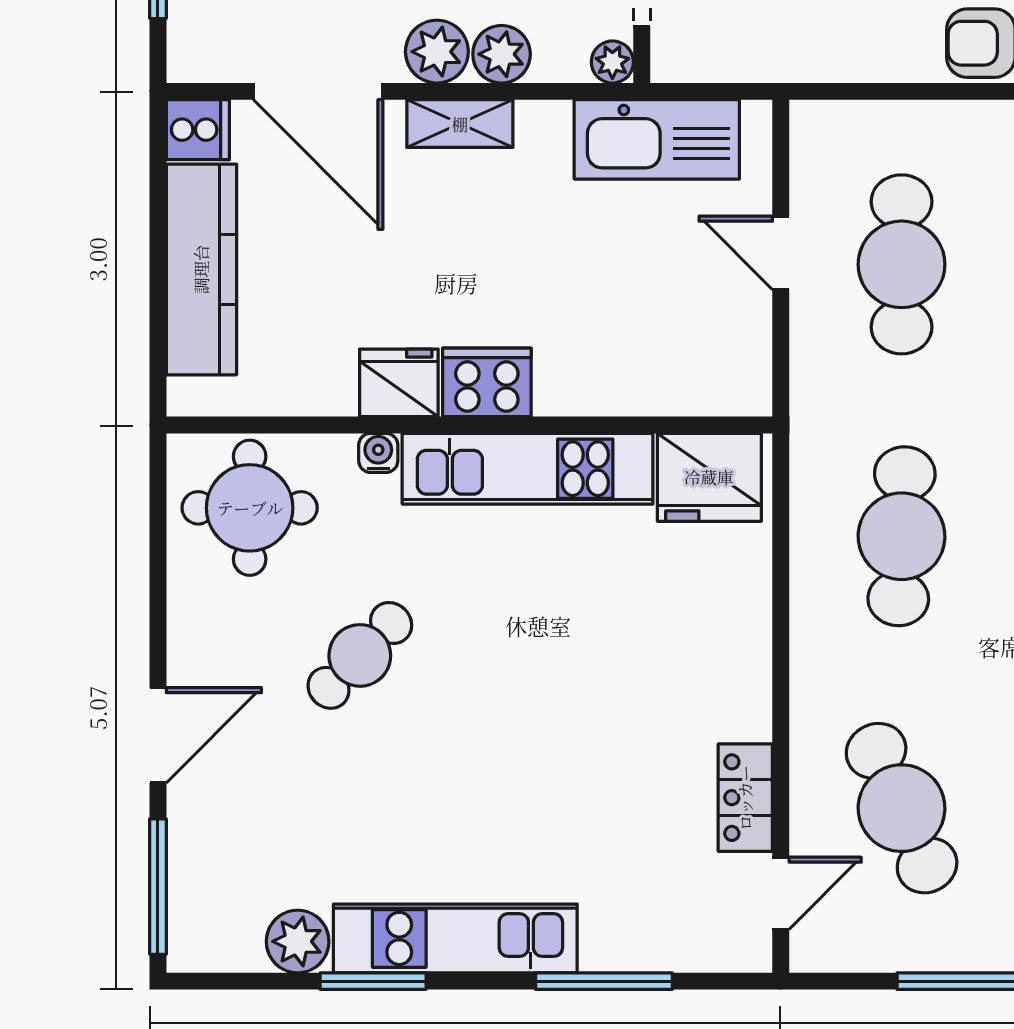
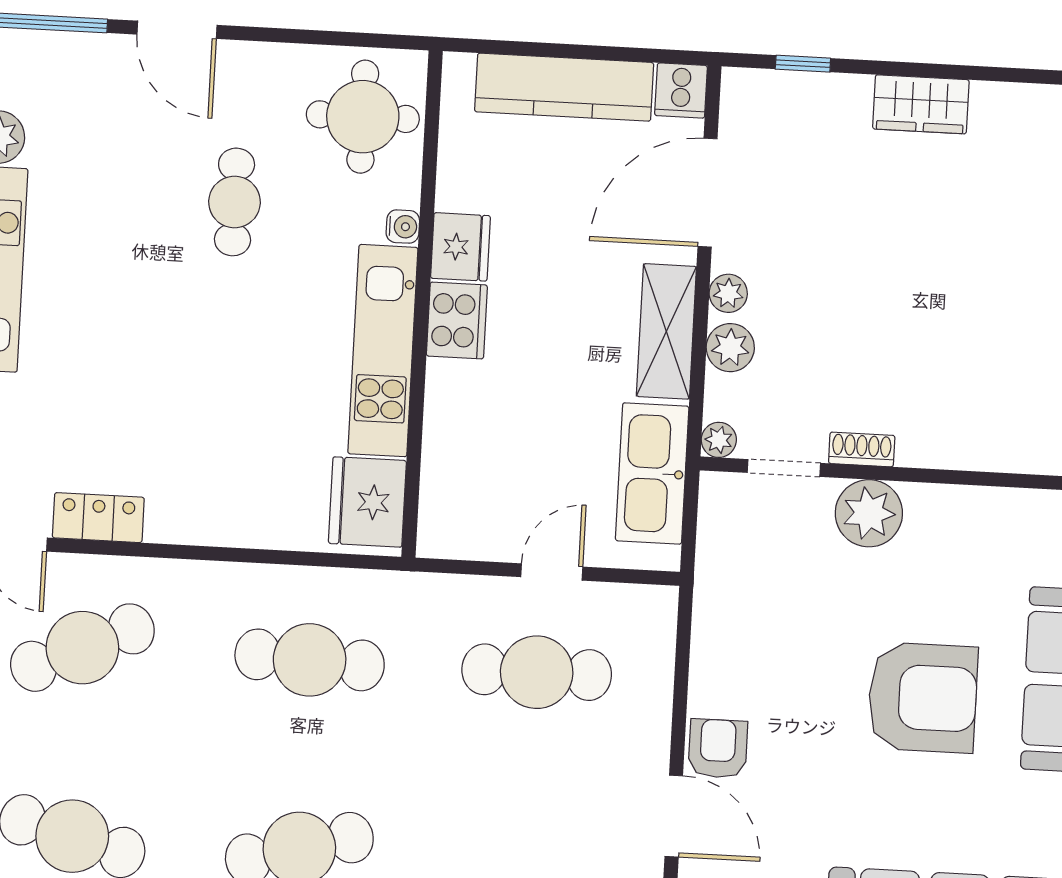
plant: (437, 52) -> (728, 293), width x0.73, depth x0.73
shelving: (460, 124) -> (666, 331), width x1.50, depth x1.33
cafe table: (360, 655) -> (235, 202), turned 46

